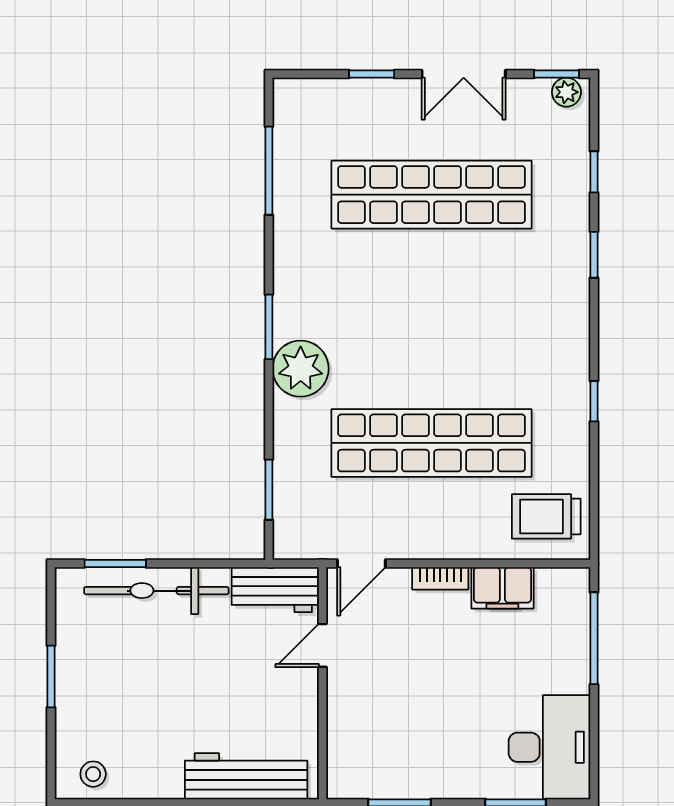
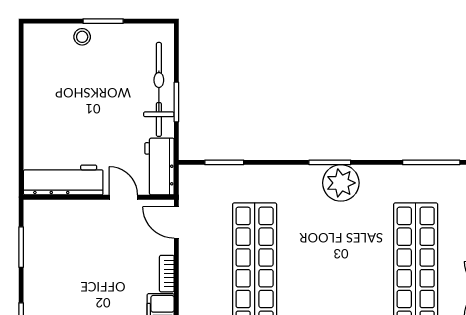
plant: (301, 369) -> (341, 183), moved
window: (115, 563) -> (176, 102), moved
stool: (93, 774) -> (82, 37), moved
workbench: (246, 776) -> (63, 180), moved, turned -90

